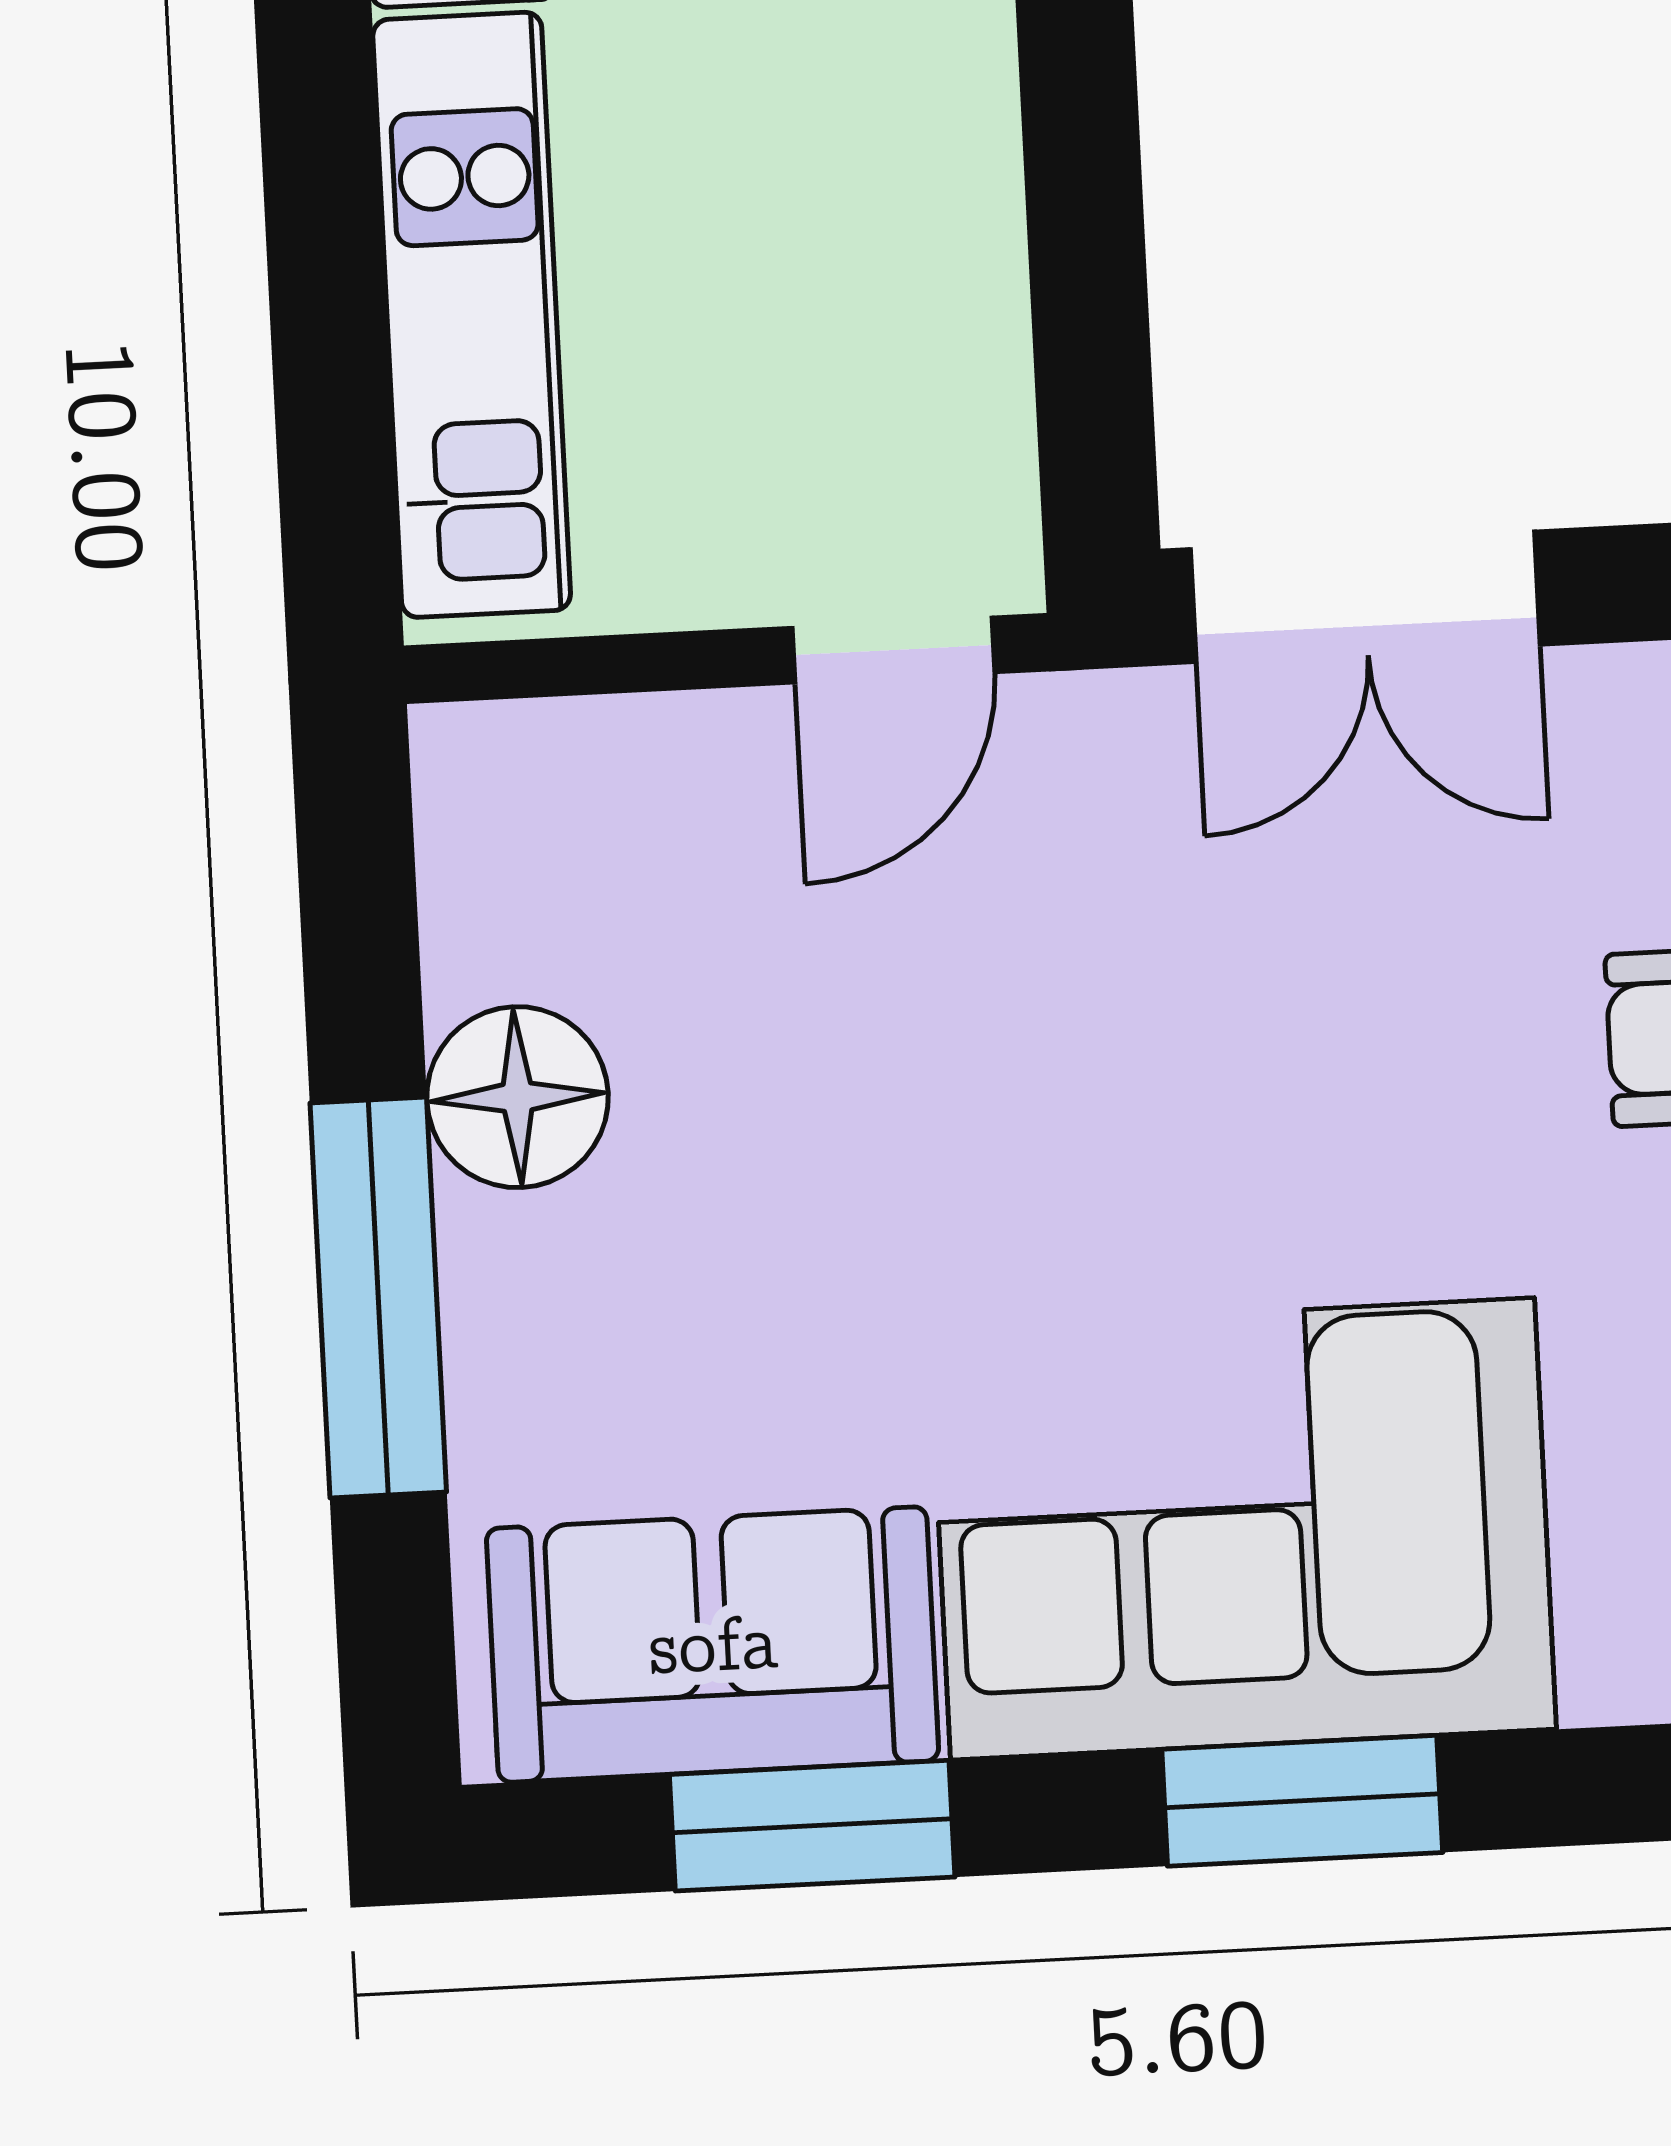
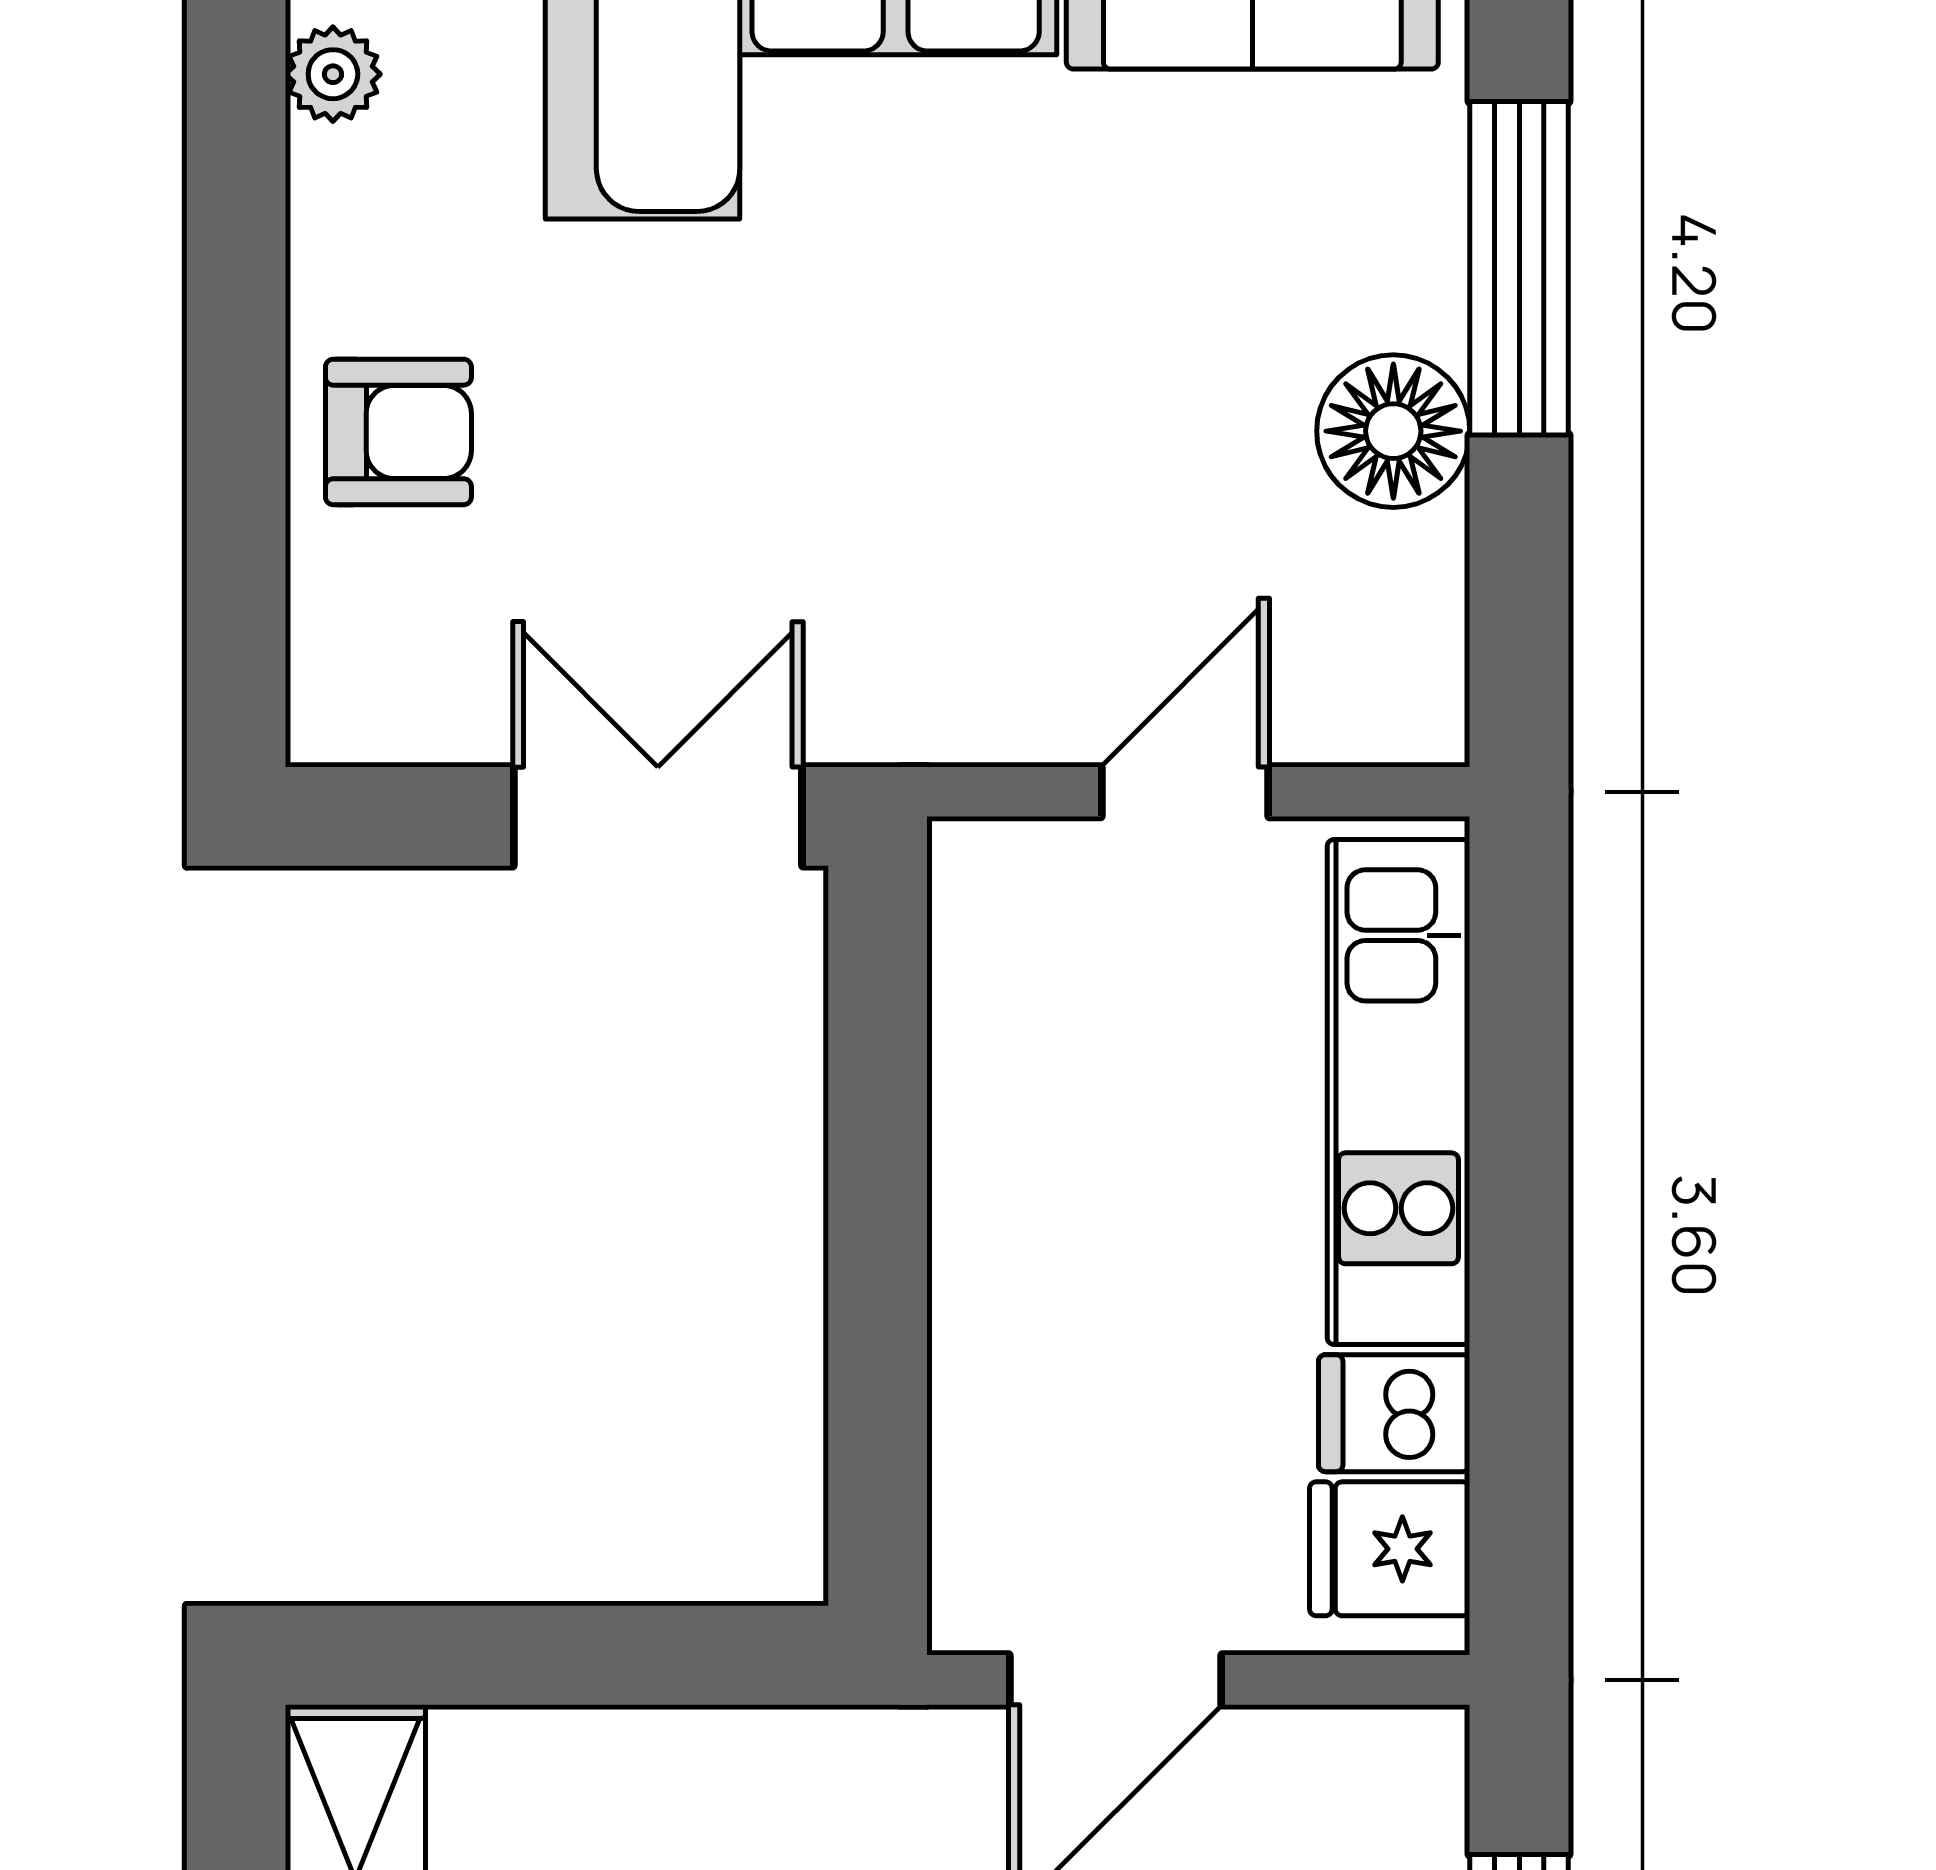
door: (893, 650) -> (1185, 792), moved

